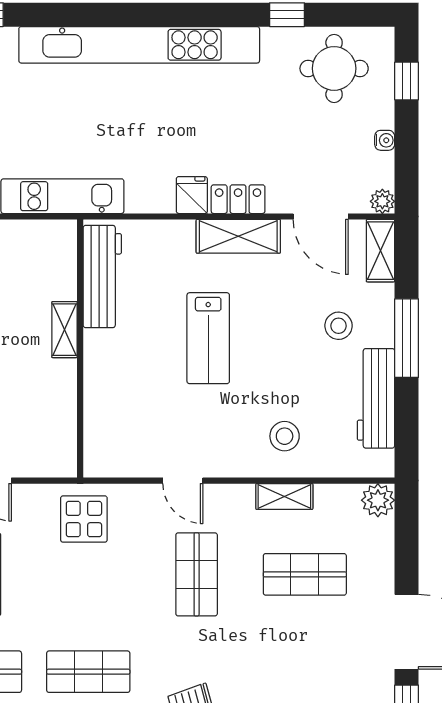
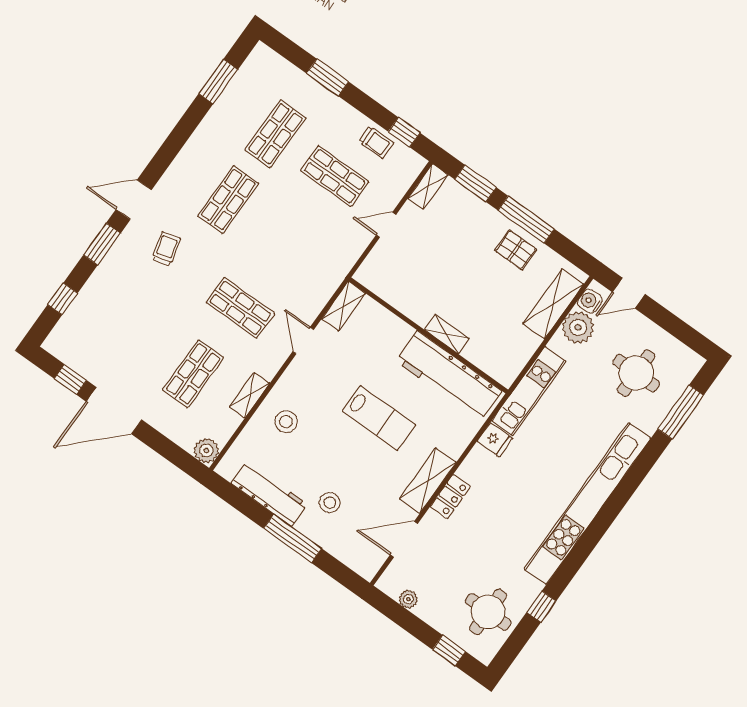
water cooler: (385, 140) -> (422, 611), removed
fridge: (192, 195) -> (495, 440), moved
plant: (382, 201) -> (408, 599), moved
shelving: (381, 251) -> (344, 306), moved, turned 90
workbench: (102, 276) -> (449, 376), width x1.36, depth x1.32
lab bench: (208, 338) -> (379, 418), turned 180
door: (183, 481) -> (303, 340), hinge flipped
display table: (84, 519) -> (323, 263), removed

